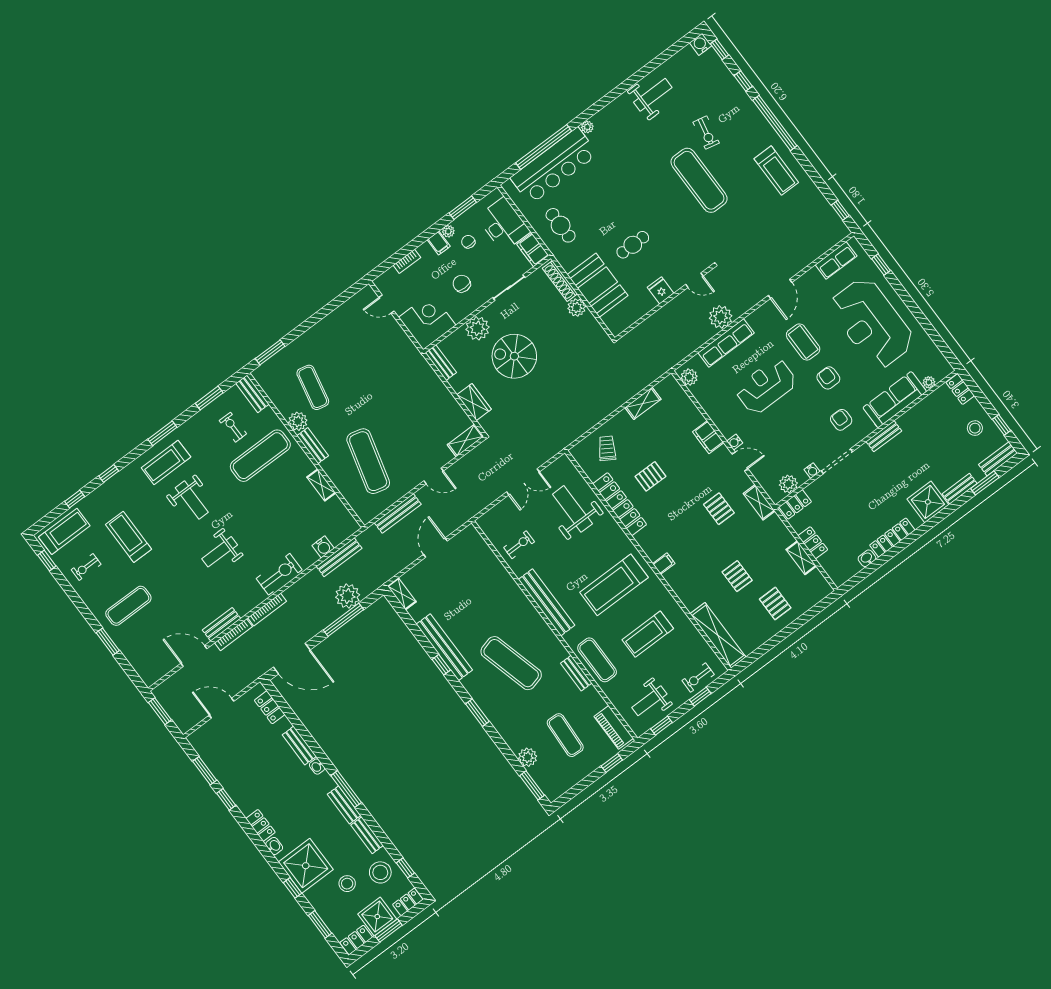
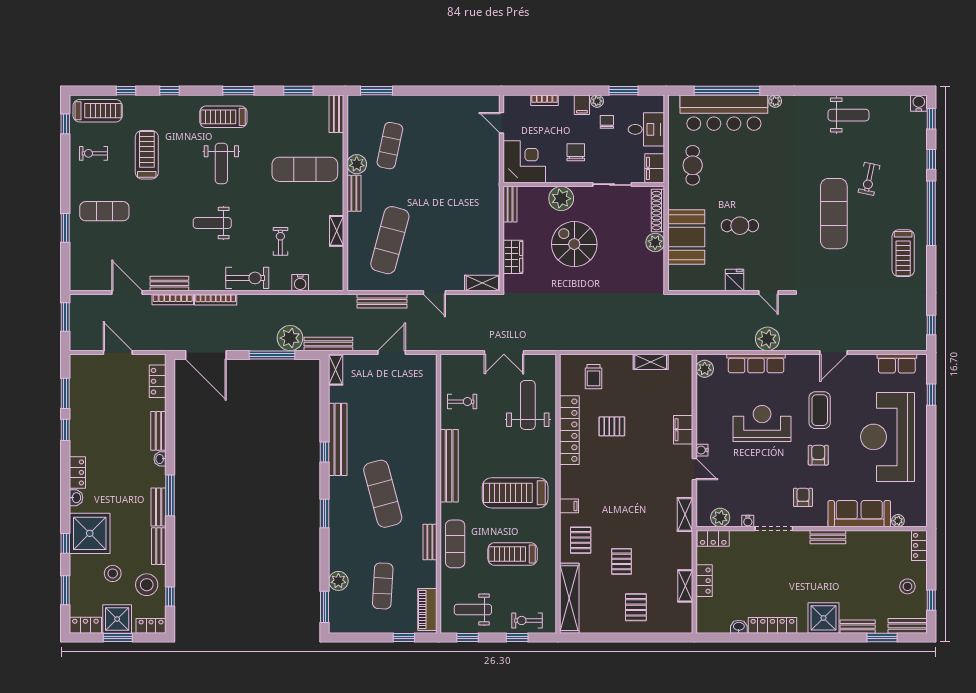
desk: (503, 224) -> (646, 129), width x0.73
exercise bike: (233, 427) -> (280, 241), moved
trolley: (607, 448) -> (593, 377), turned 148
pallet: (719, 509) -> (581, 540), moved
bench: (339, 557) -> (328, 344), moved

